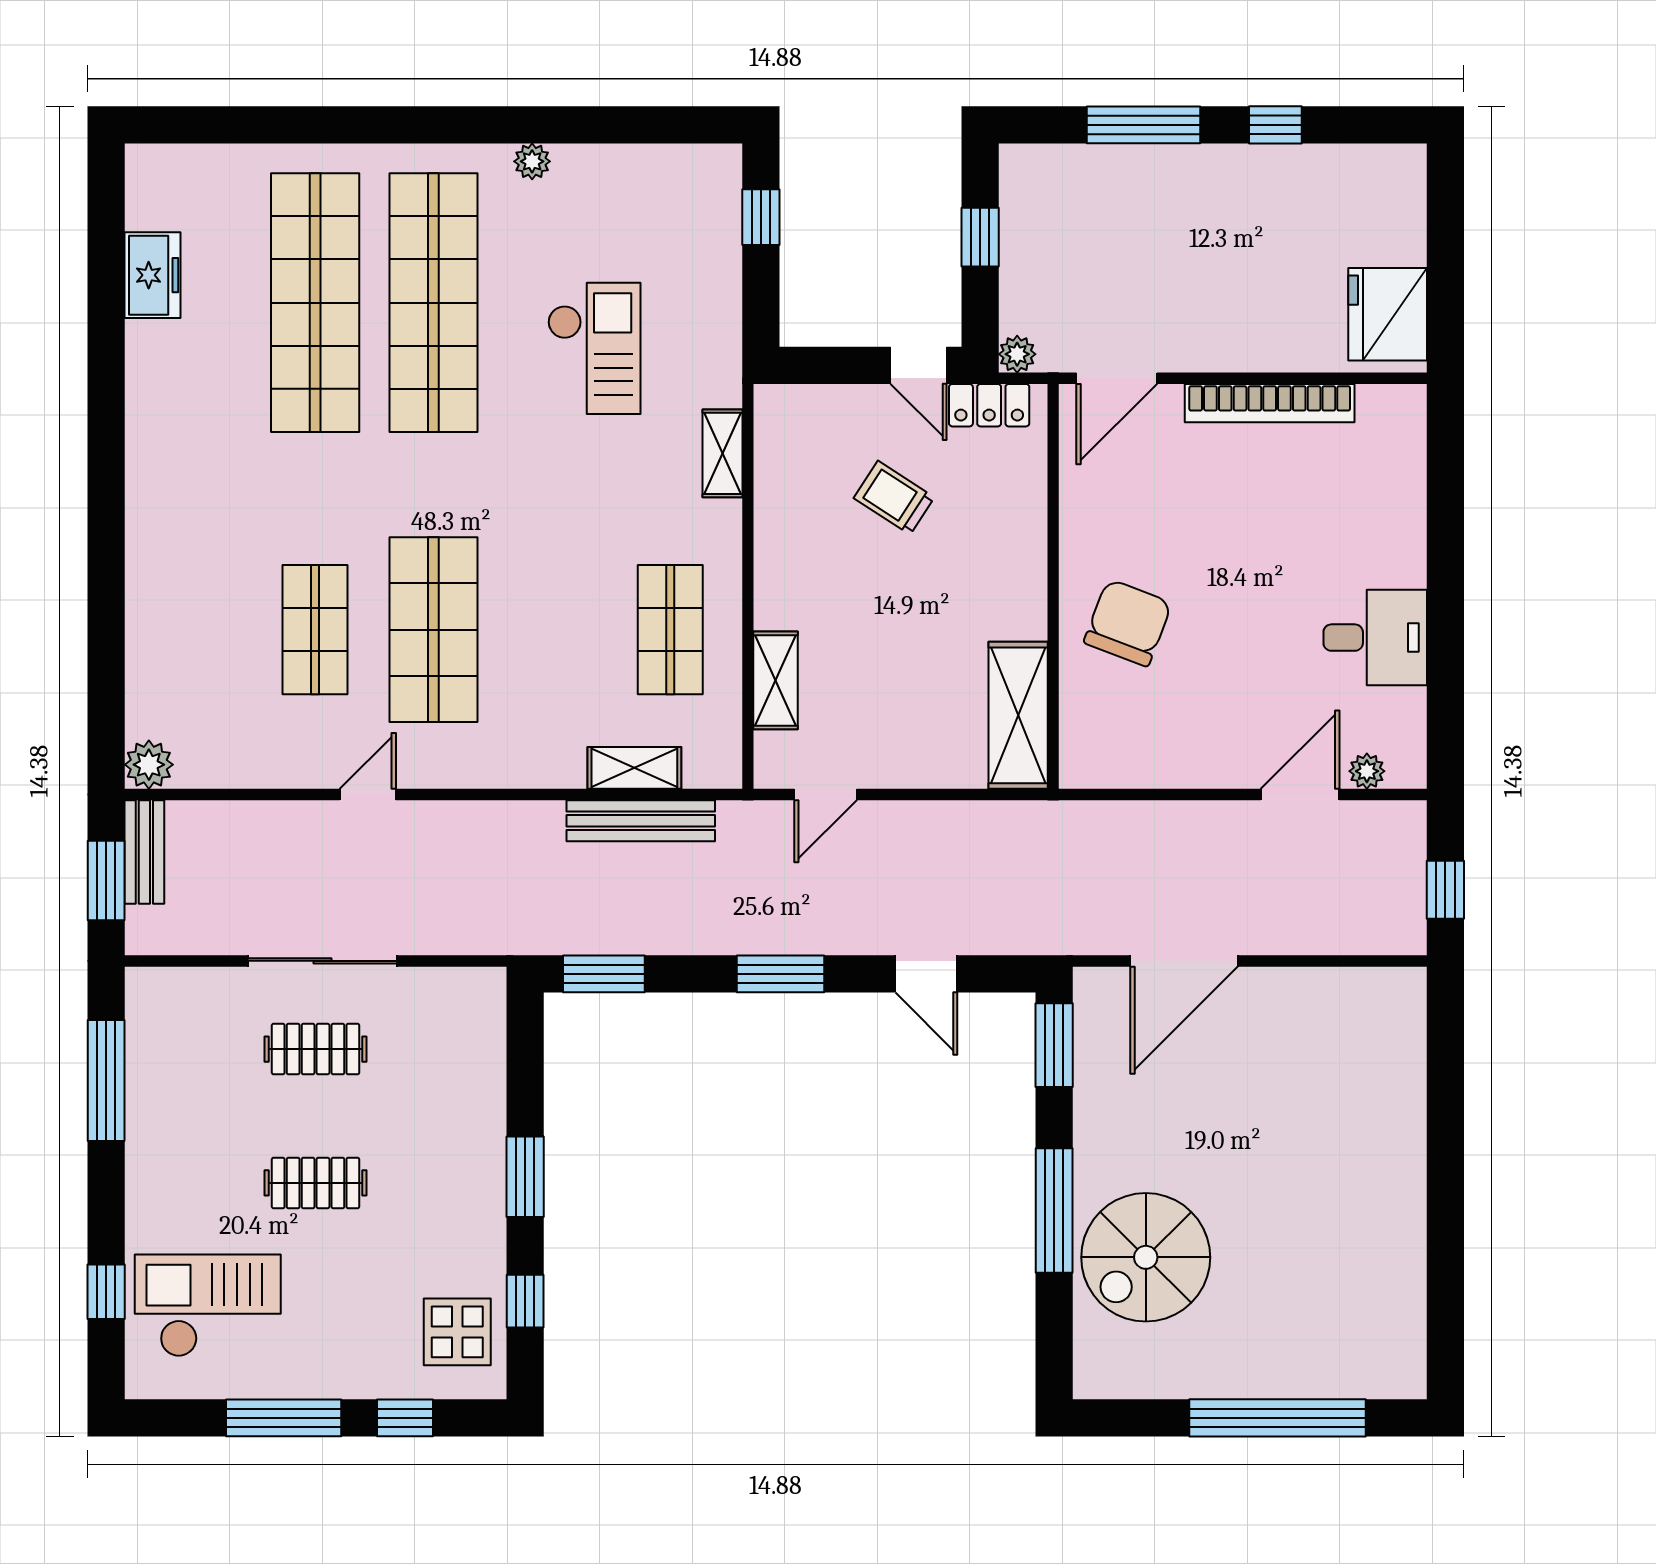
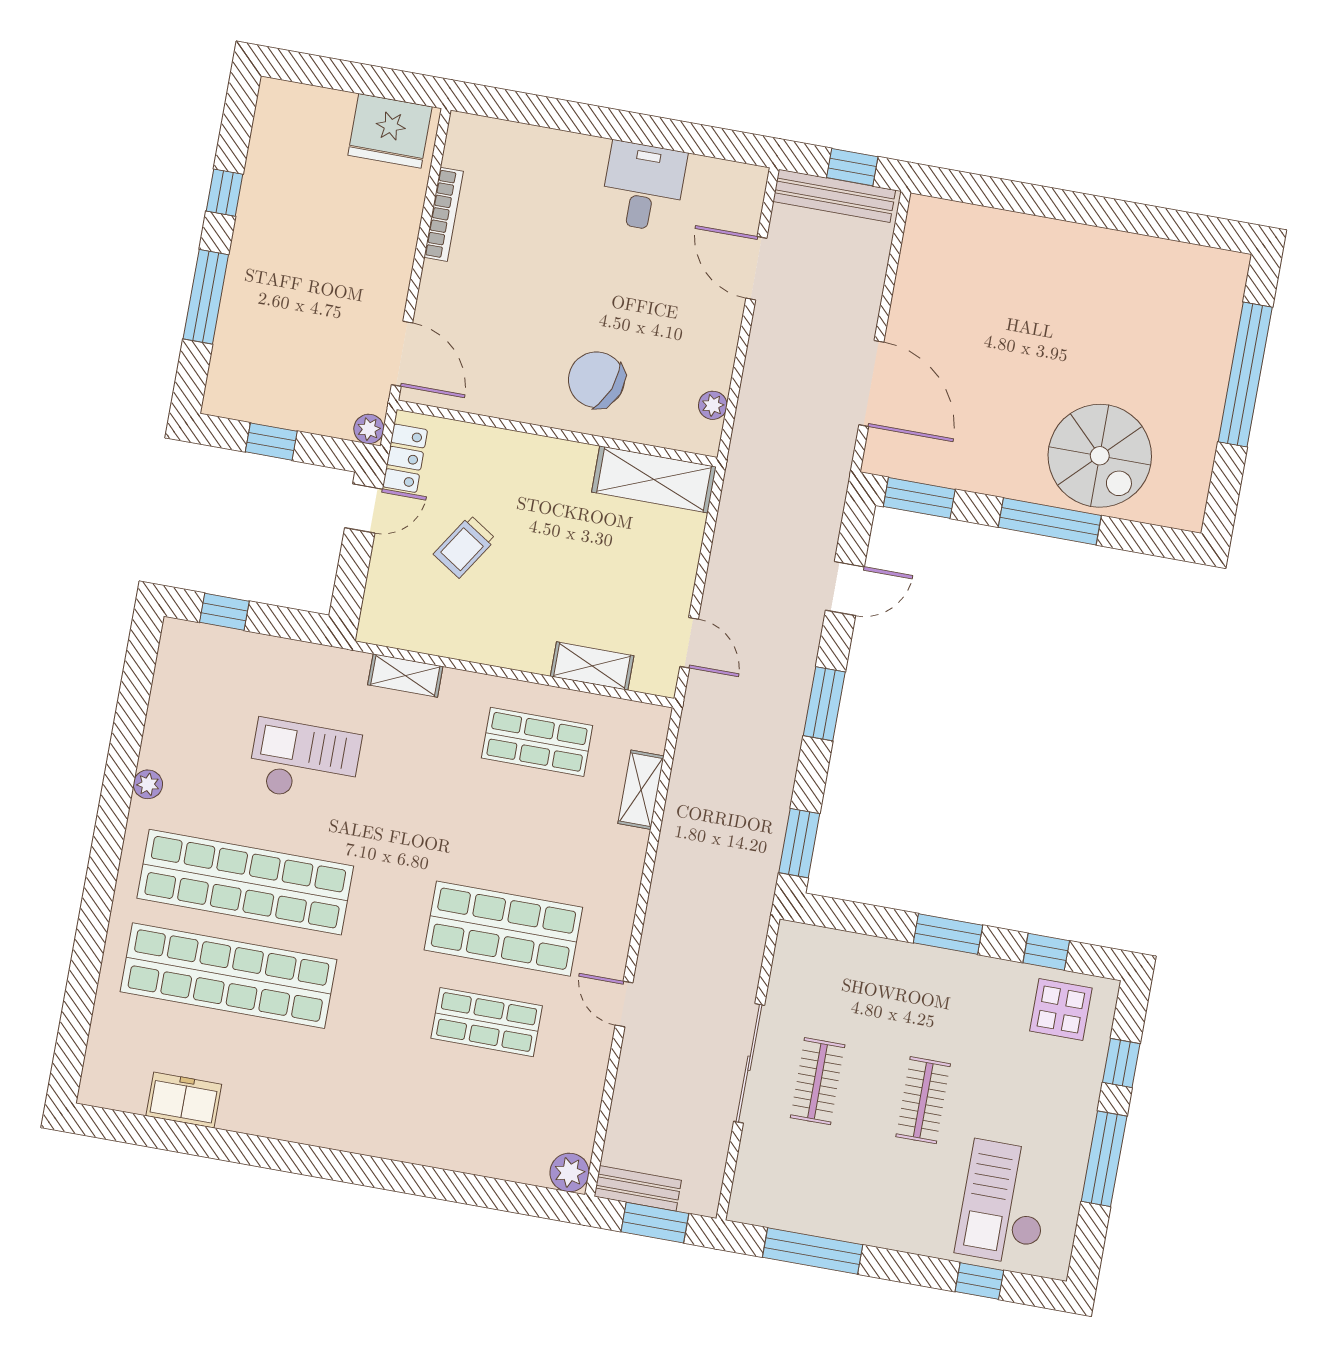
bookcase: (1270, 403) -> (444, 214), width x0.68, depth x0.76
plant: (1367, 771) -> (713, 405), moved
bench: (641, 821) -> (834, 196), moved, turned 90

